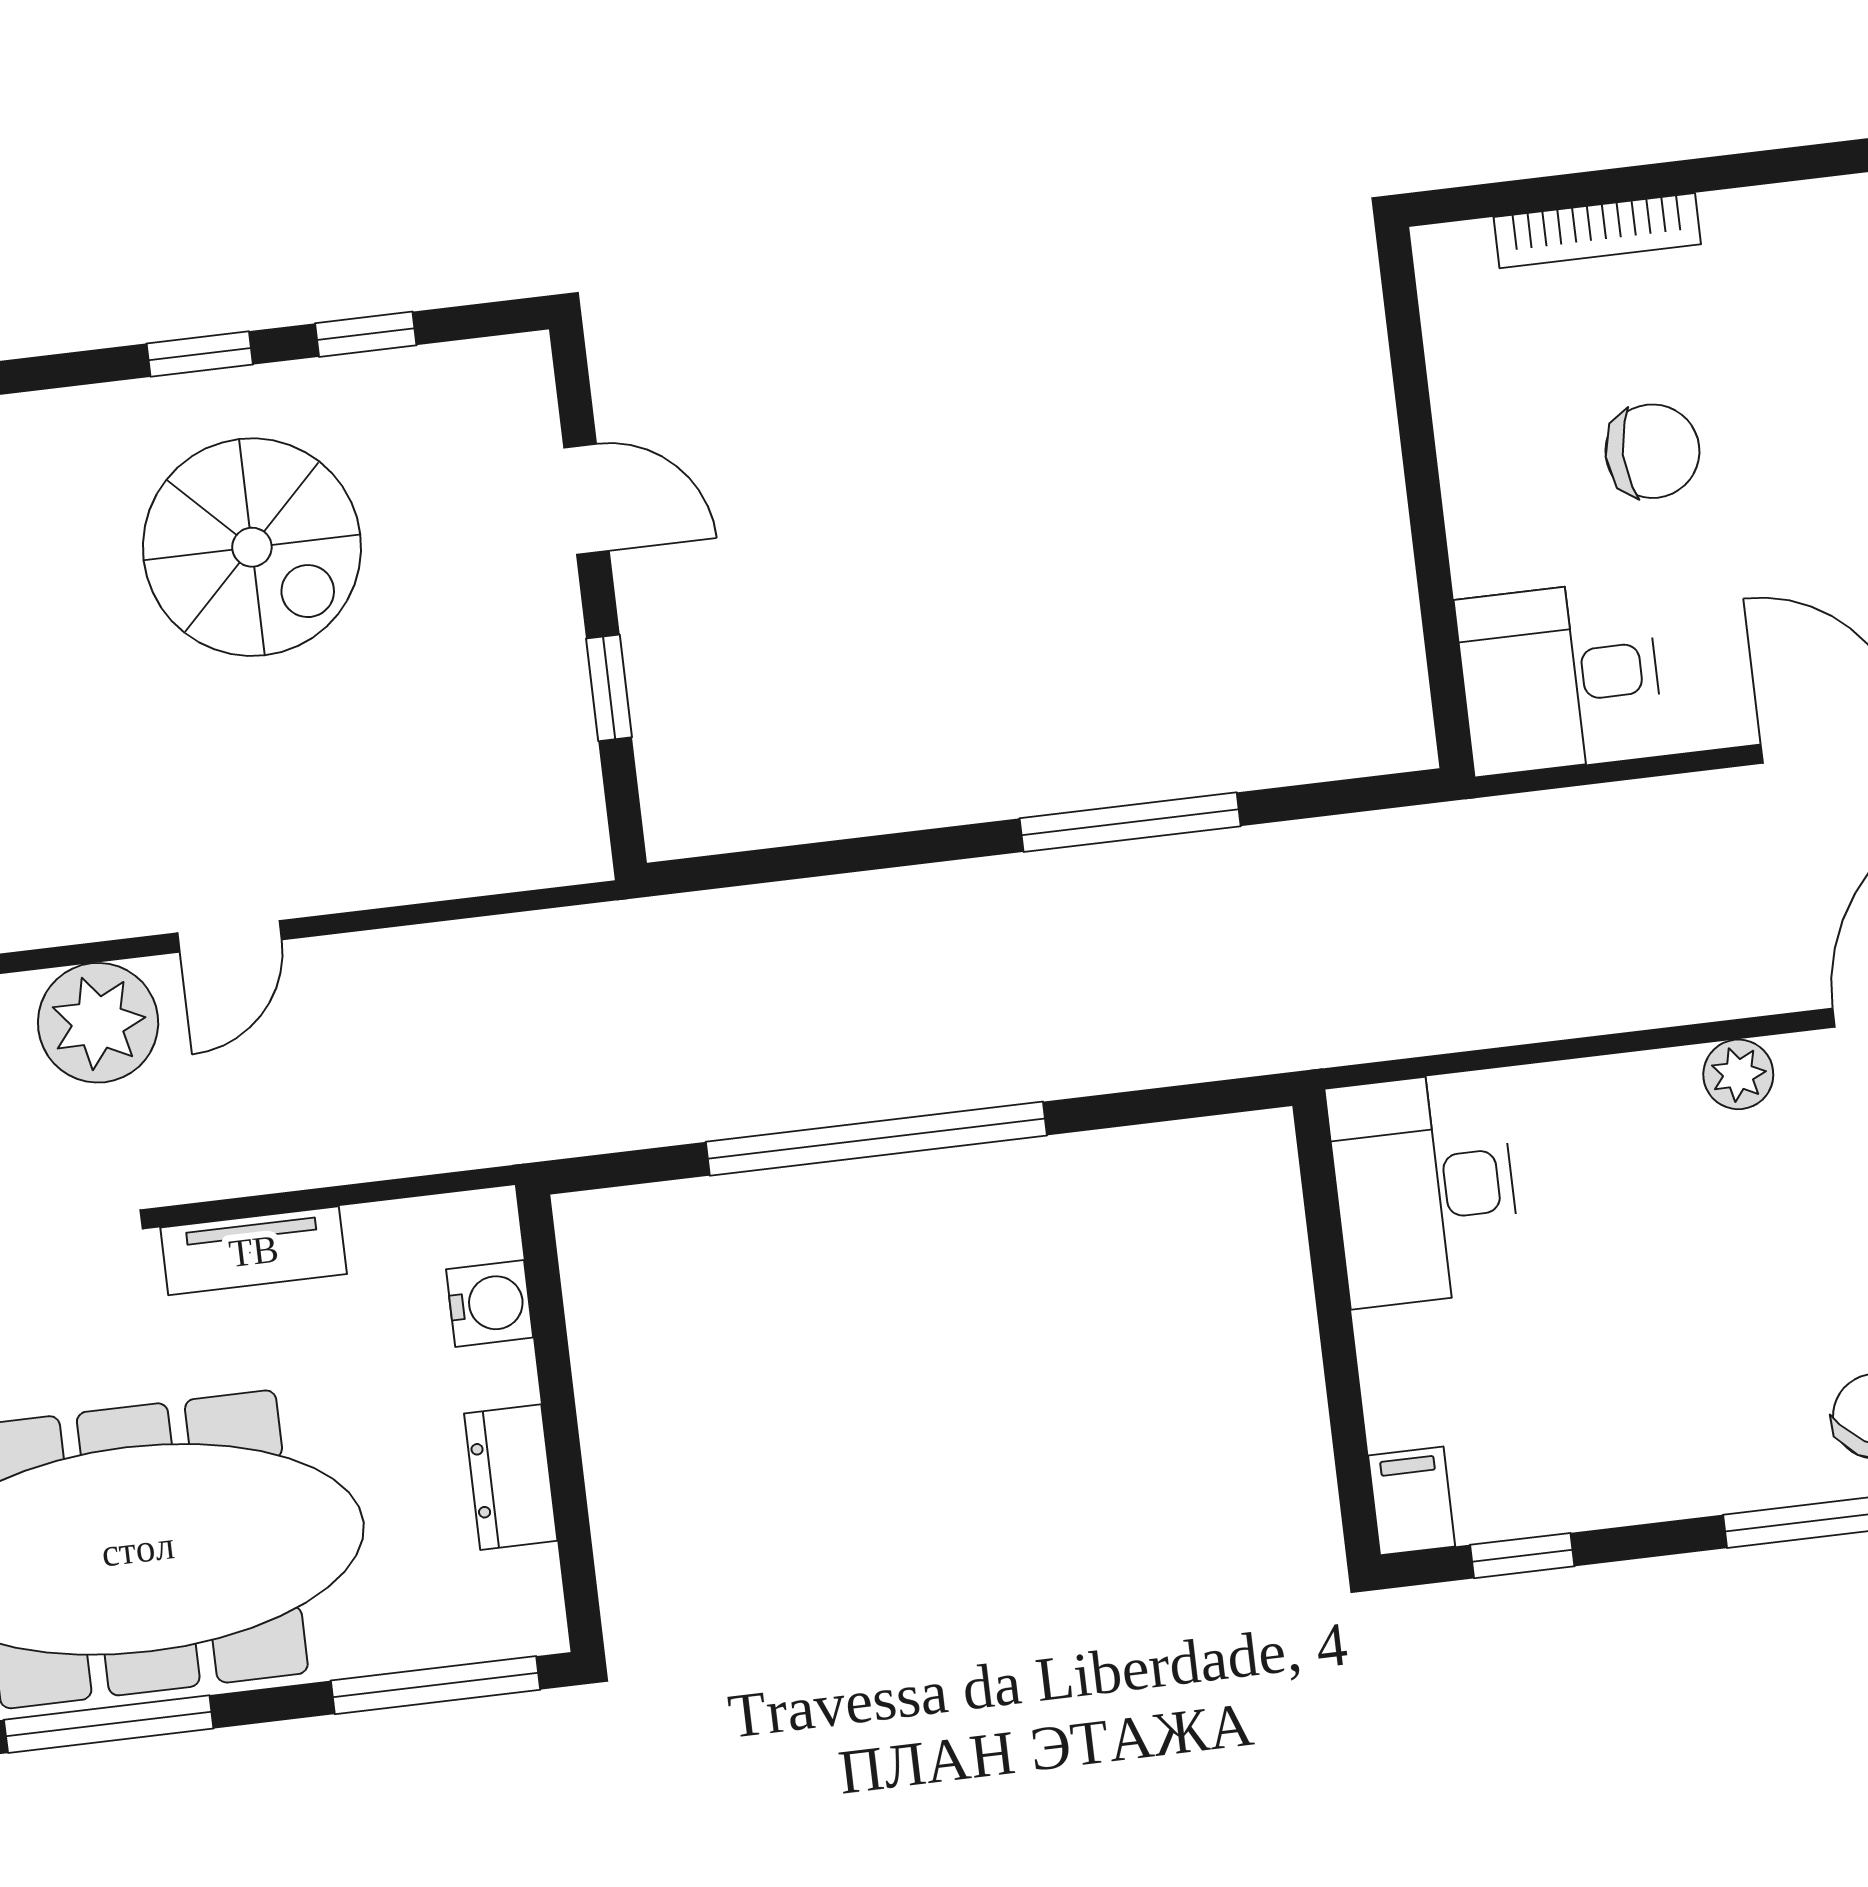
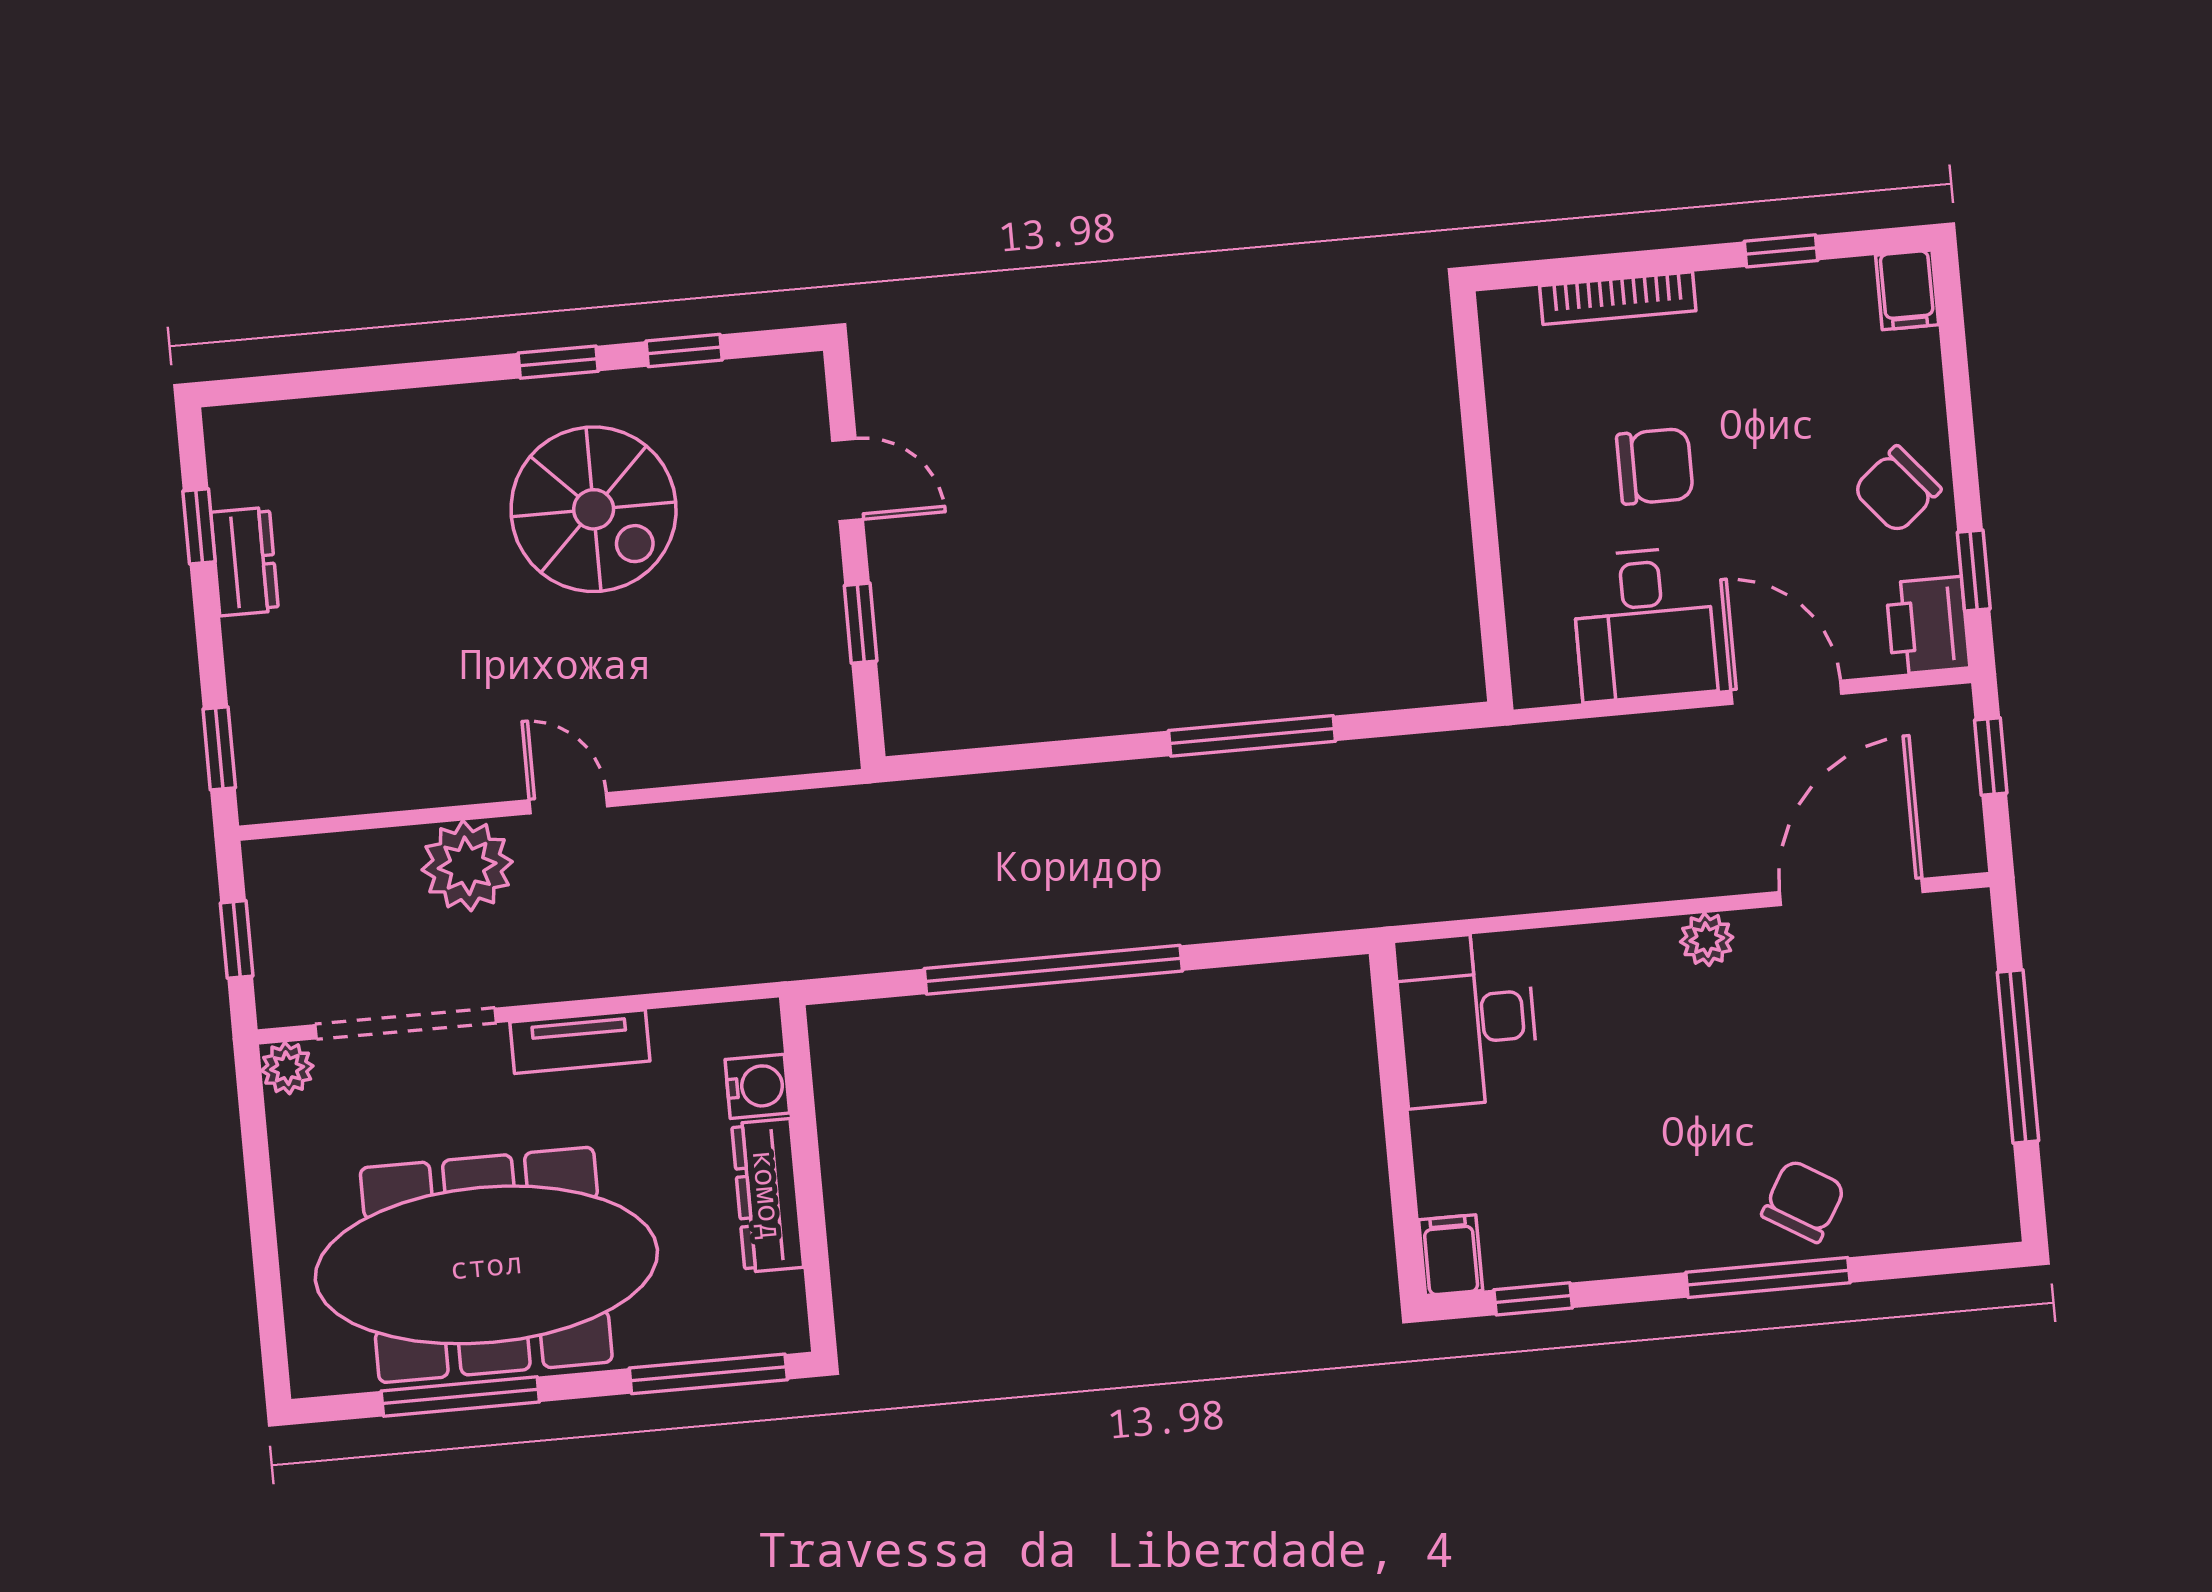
window: (1811, 162) -> (1781, 251), added
desk: (1560, 677) -> (1644, 624), moved, turned -90
door: (229, 936) -> (568, 803), swing flipped
dresser: (511, 1477) -> (768, 1195), width x1.44

